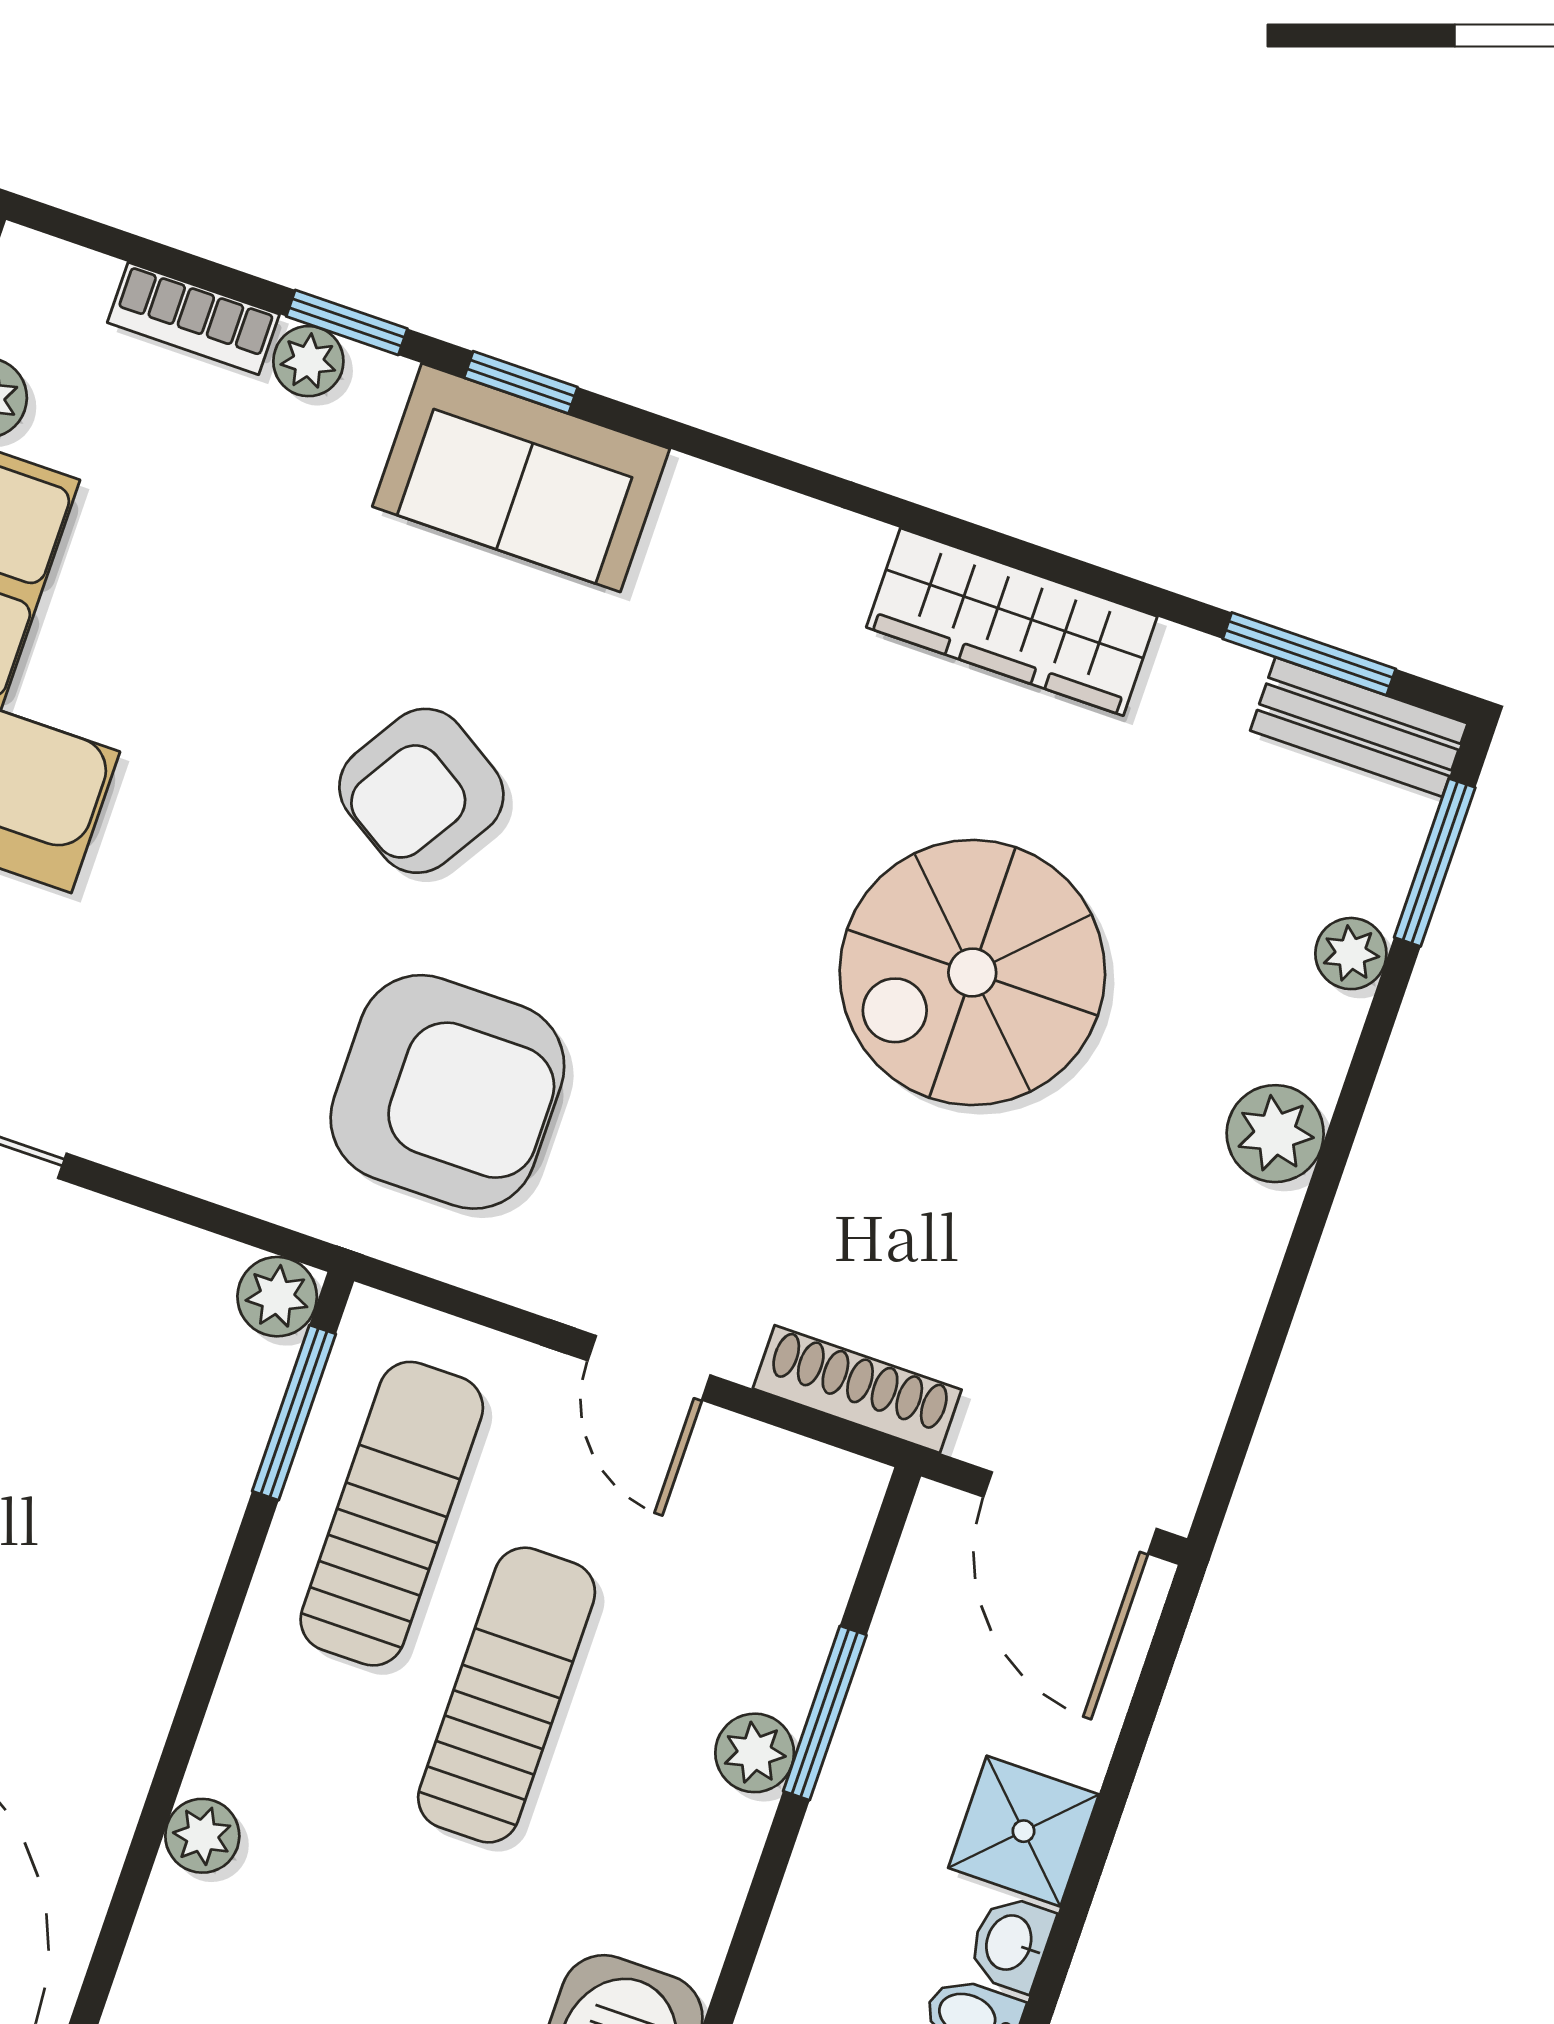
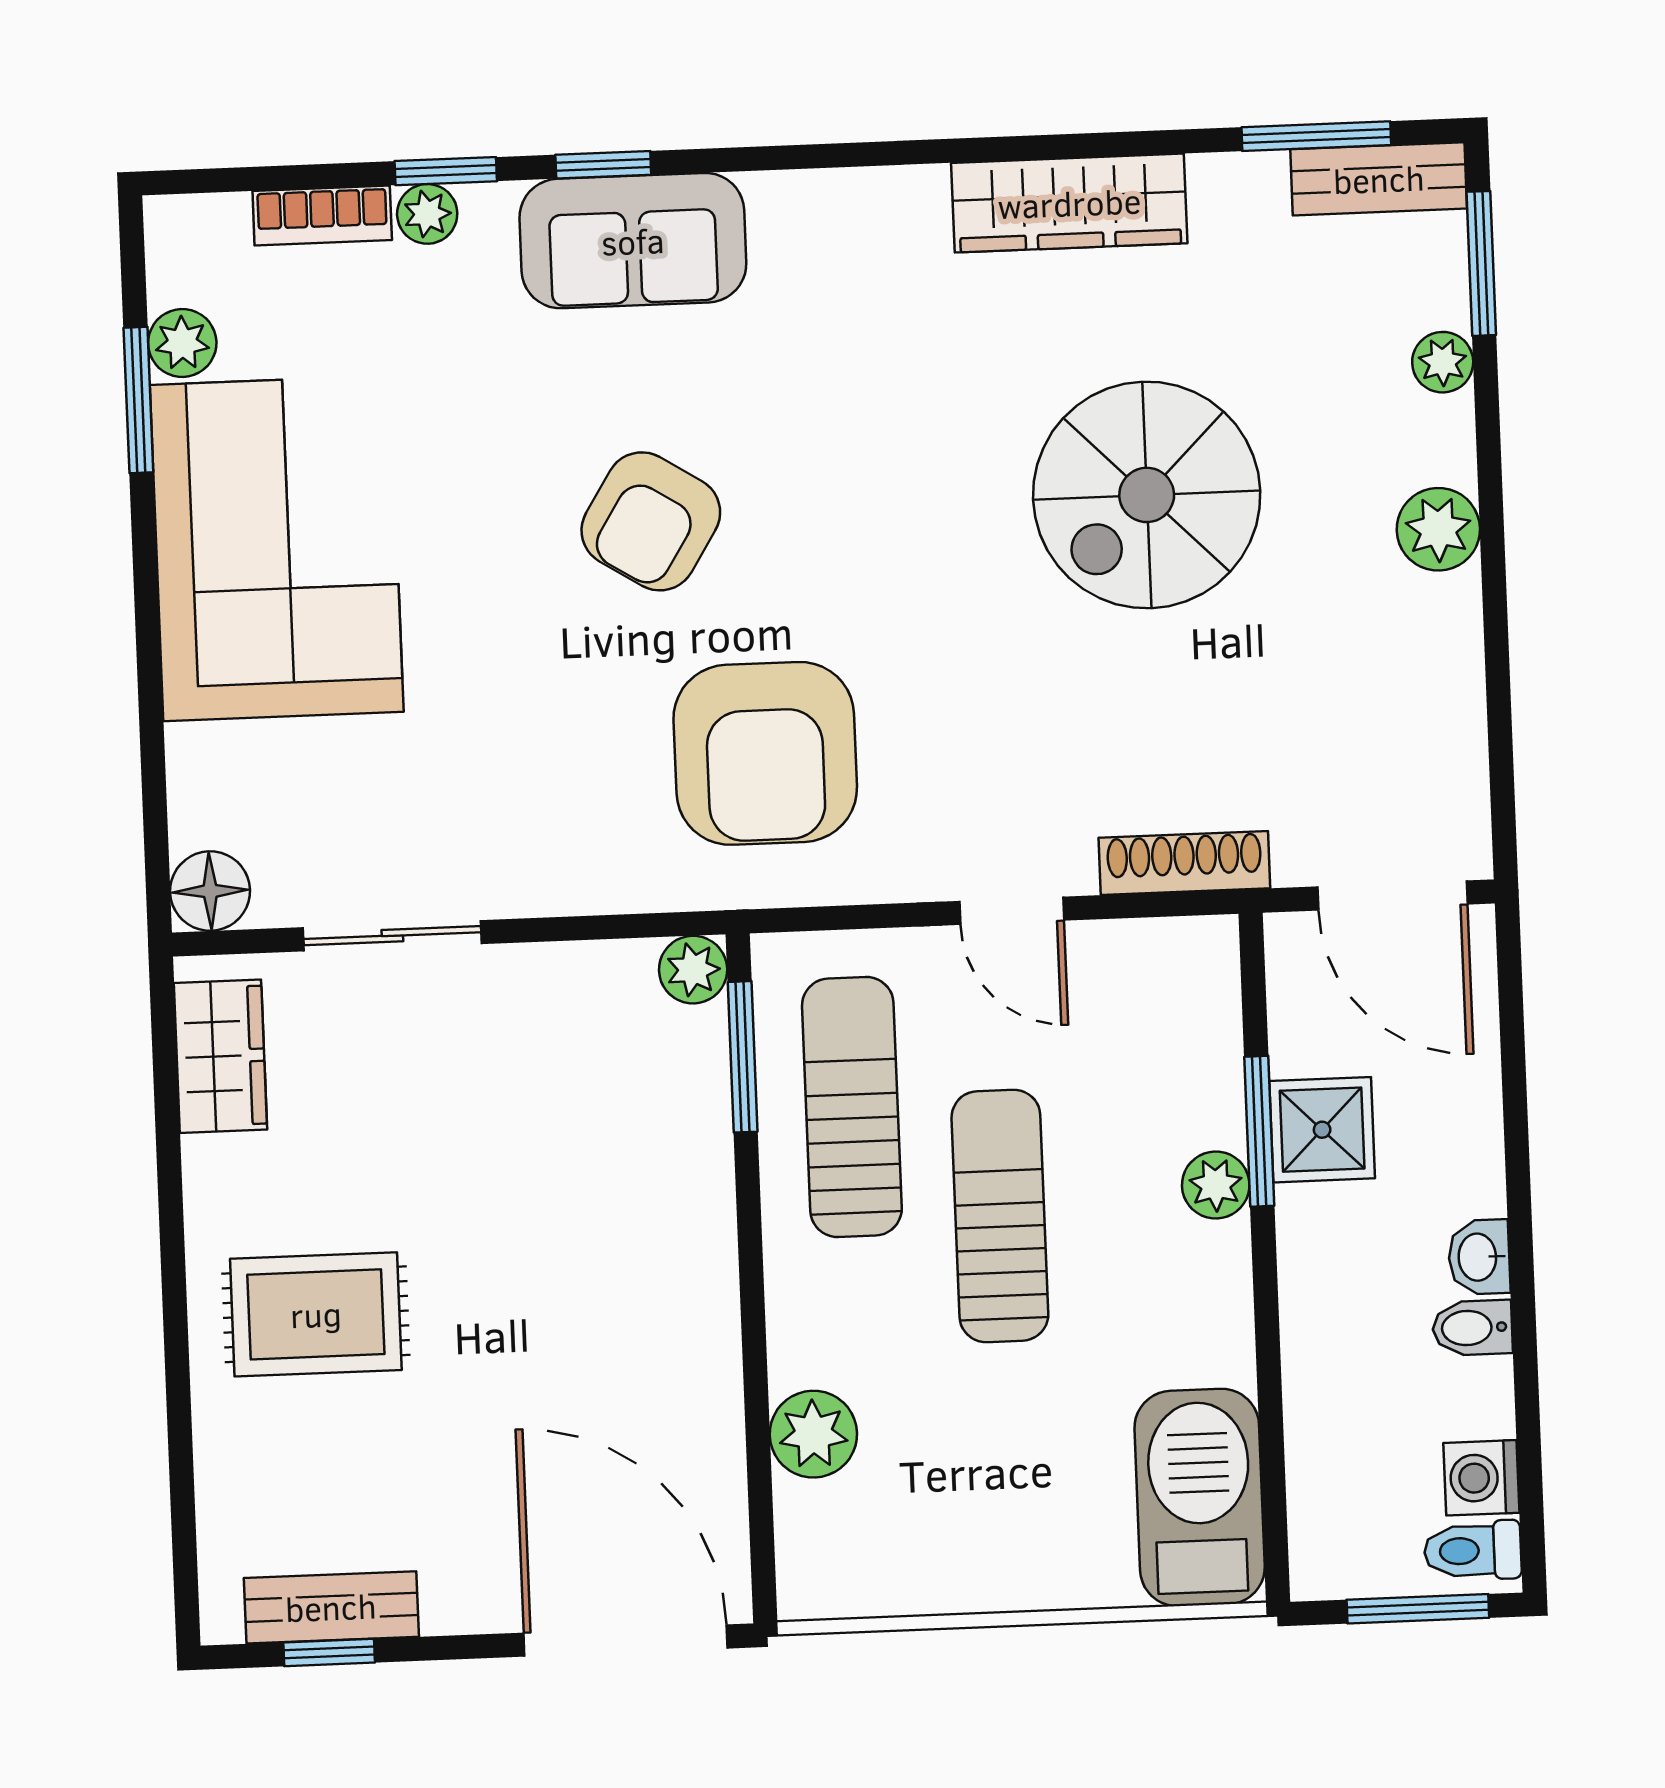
armchair: (447, 1092) -> (765, 753), turned 90
shower: (1024, 1831) -> (1322, 1130), moved
plant: (202, 1836) -> (813, 1434), width x1.38, depth x1.38

